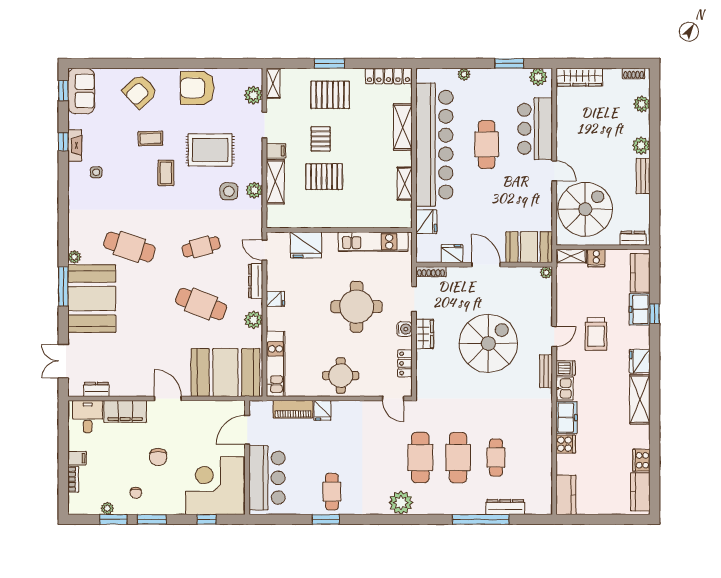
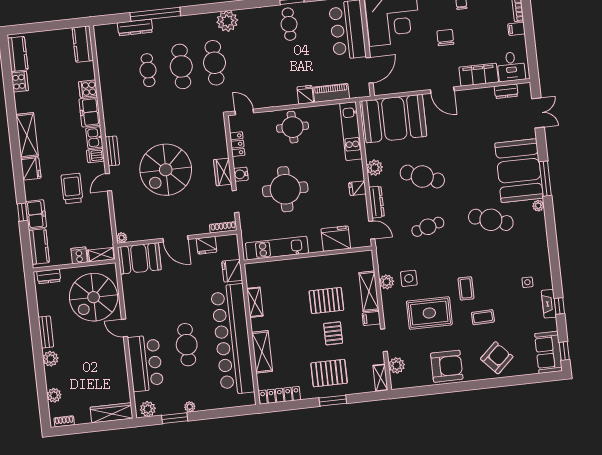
plant: (464, 74) -> (190, 407), moved

